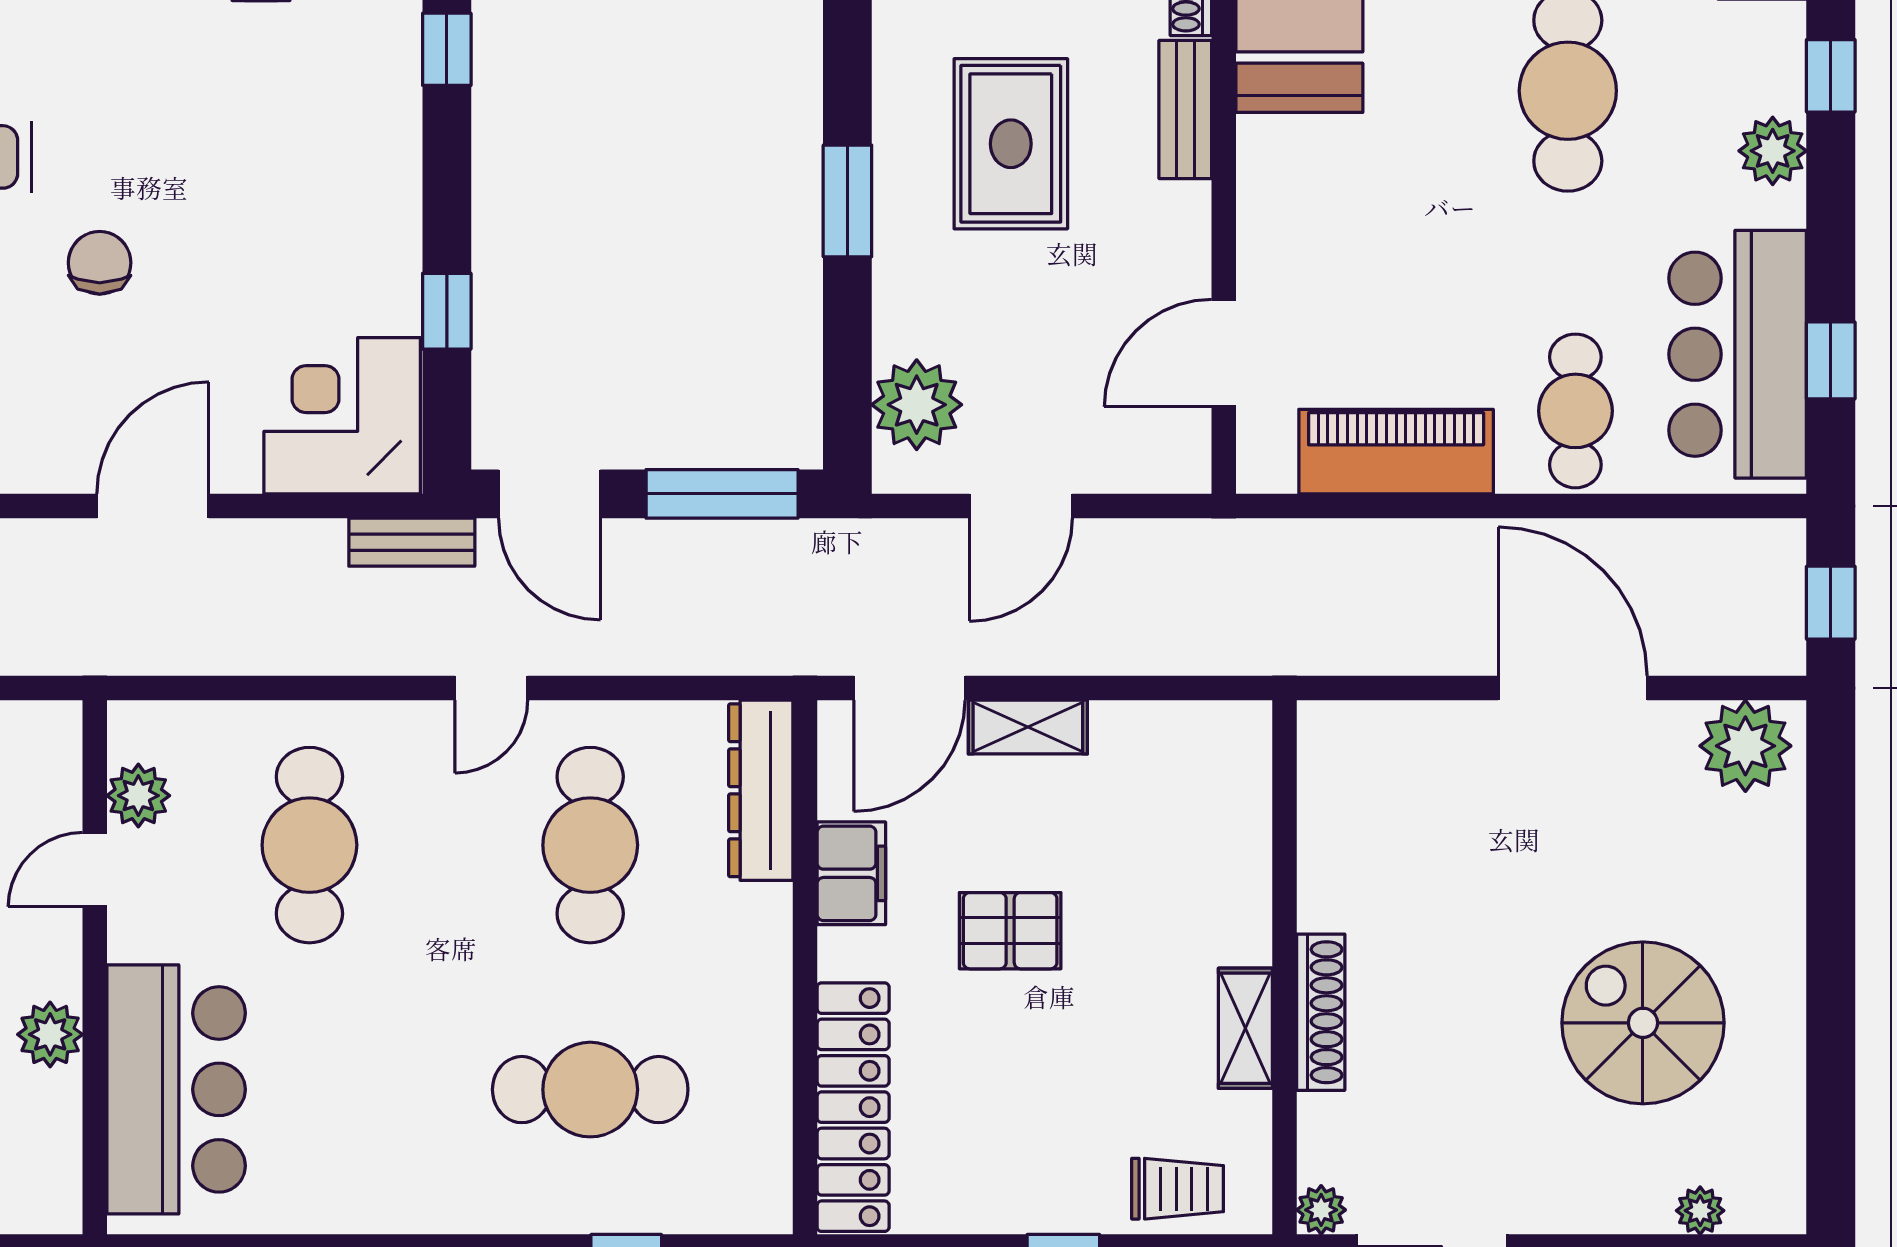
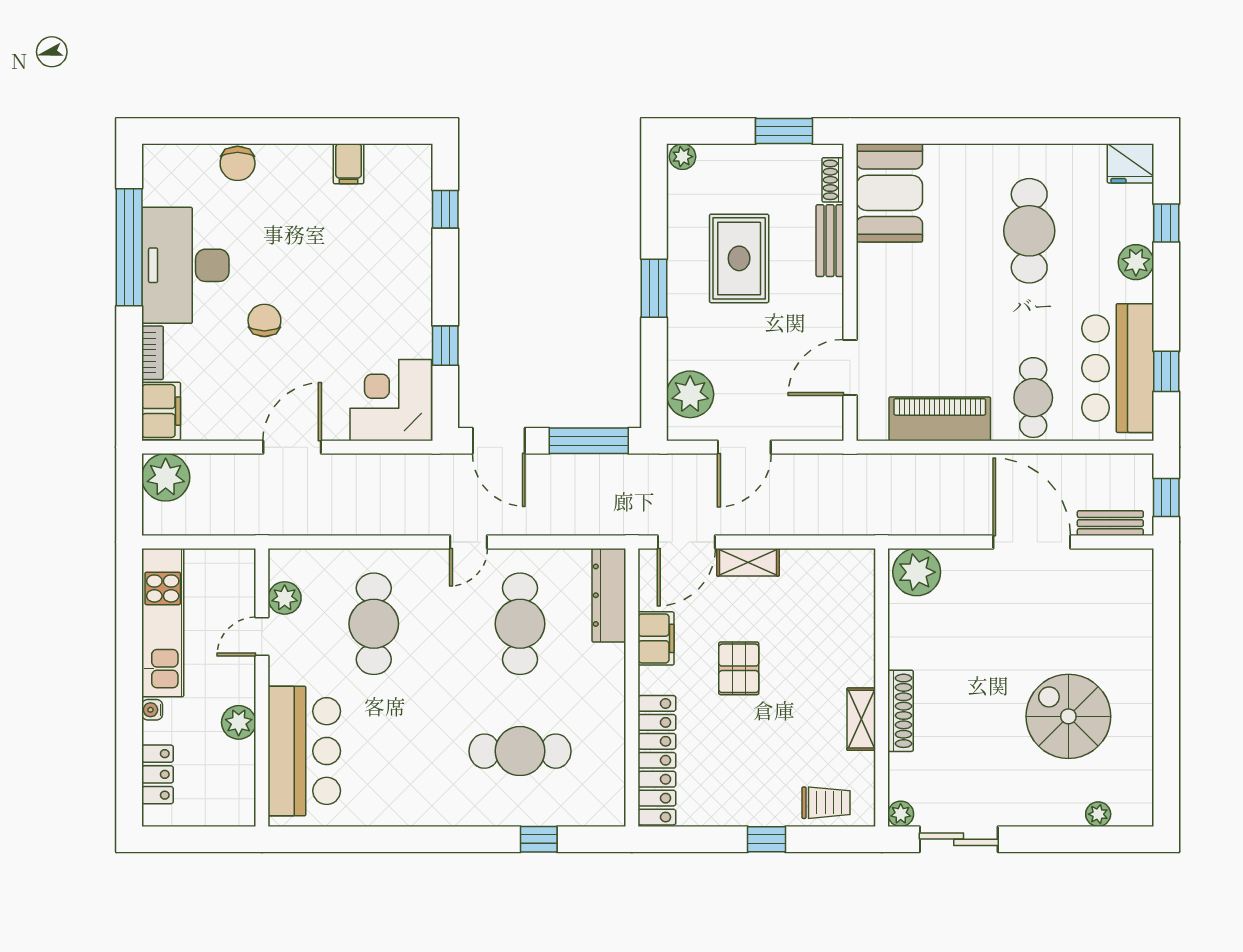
bench: (412, 542) -> (1110, 523), moved
plant: (1745, 746) -> (917, 572), moved
pallet: (1010, 931) -> (739, 668), turned 90

